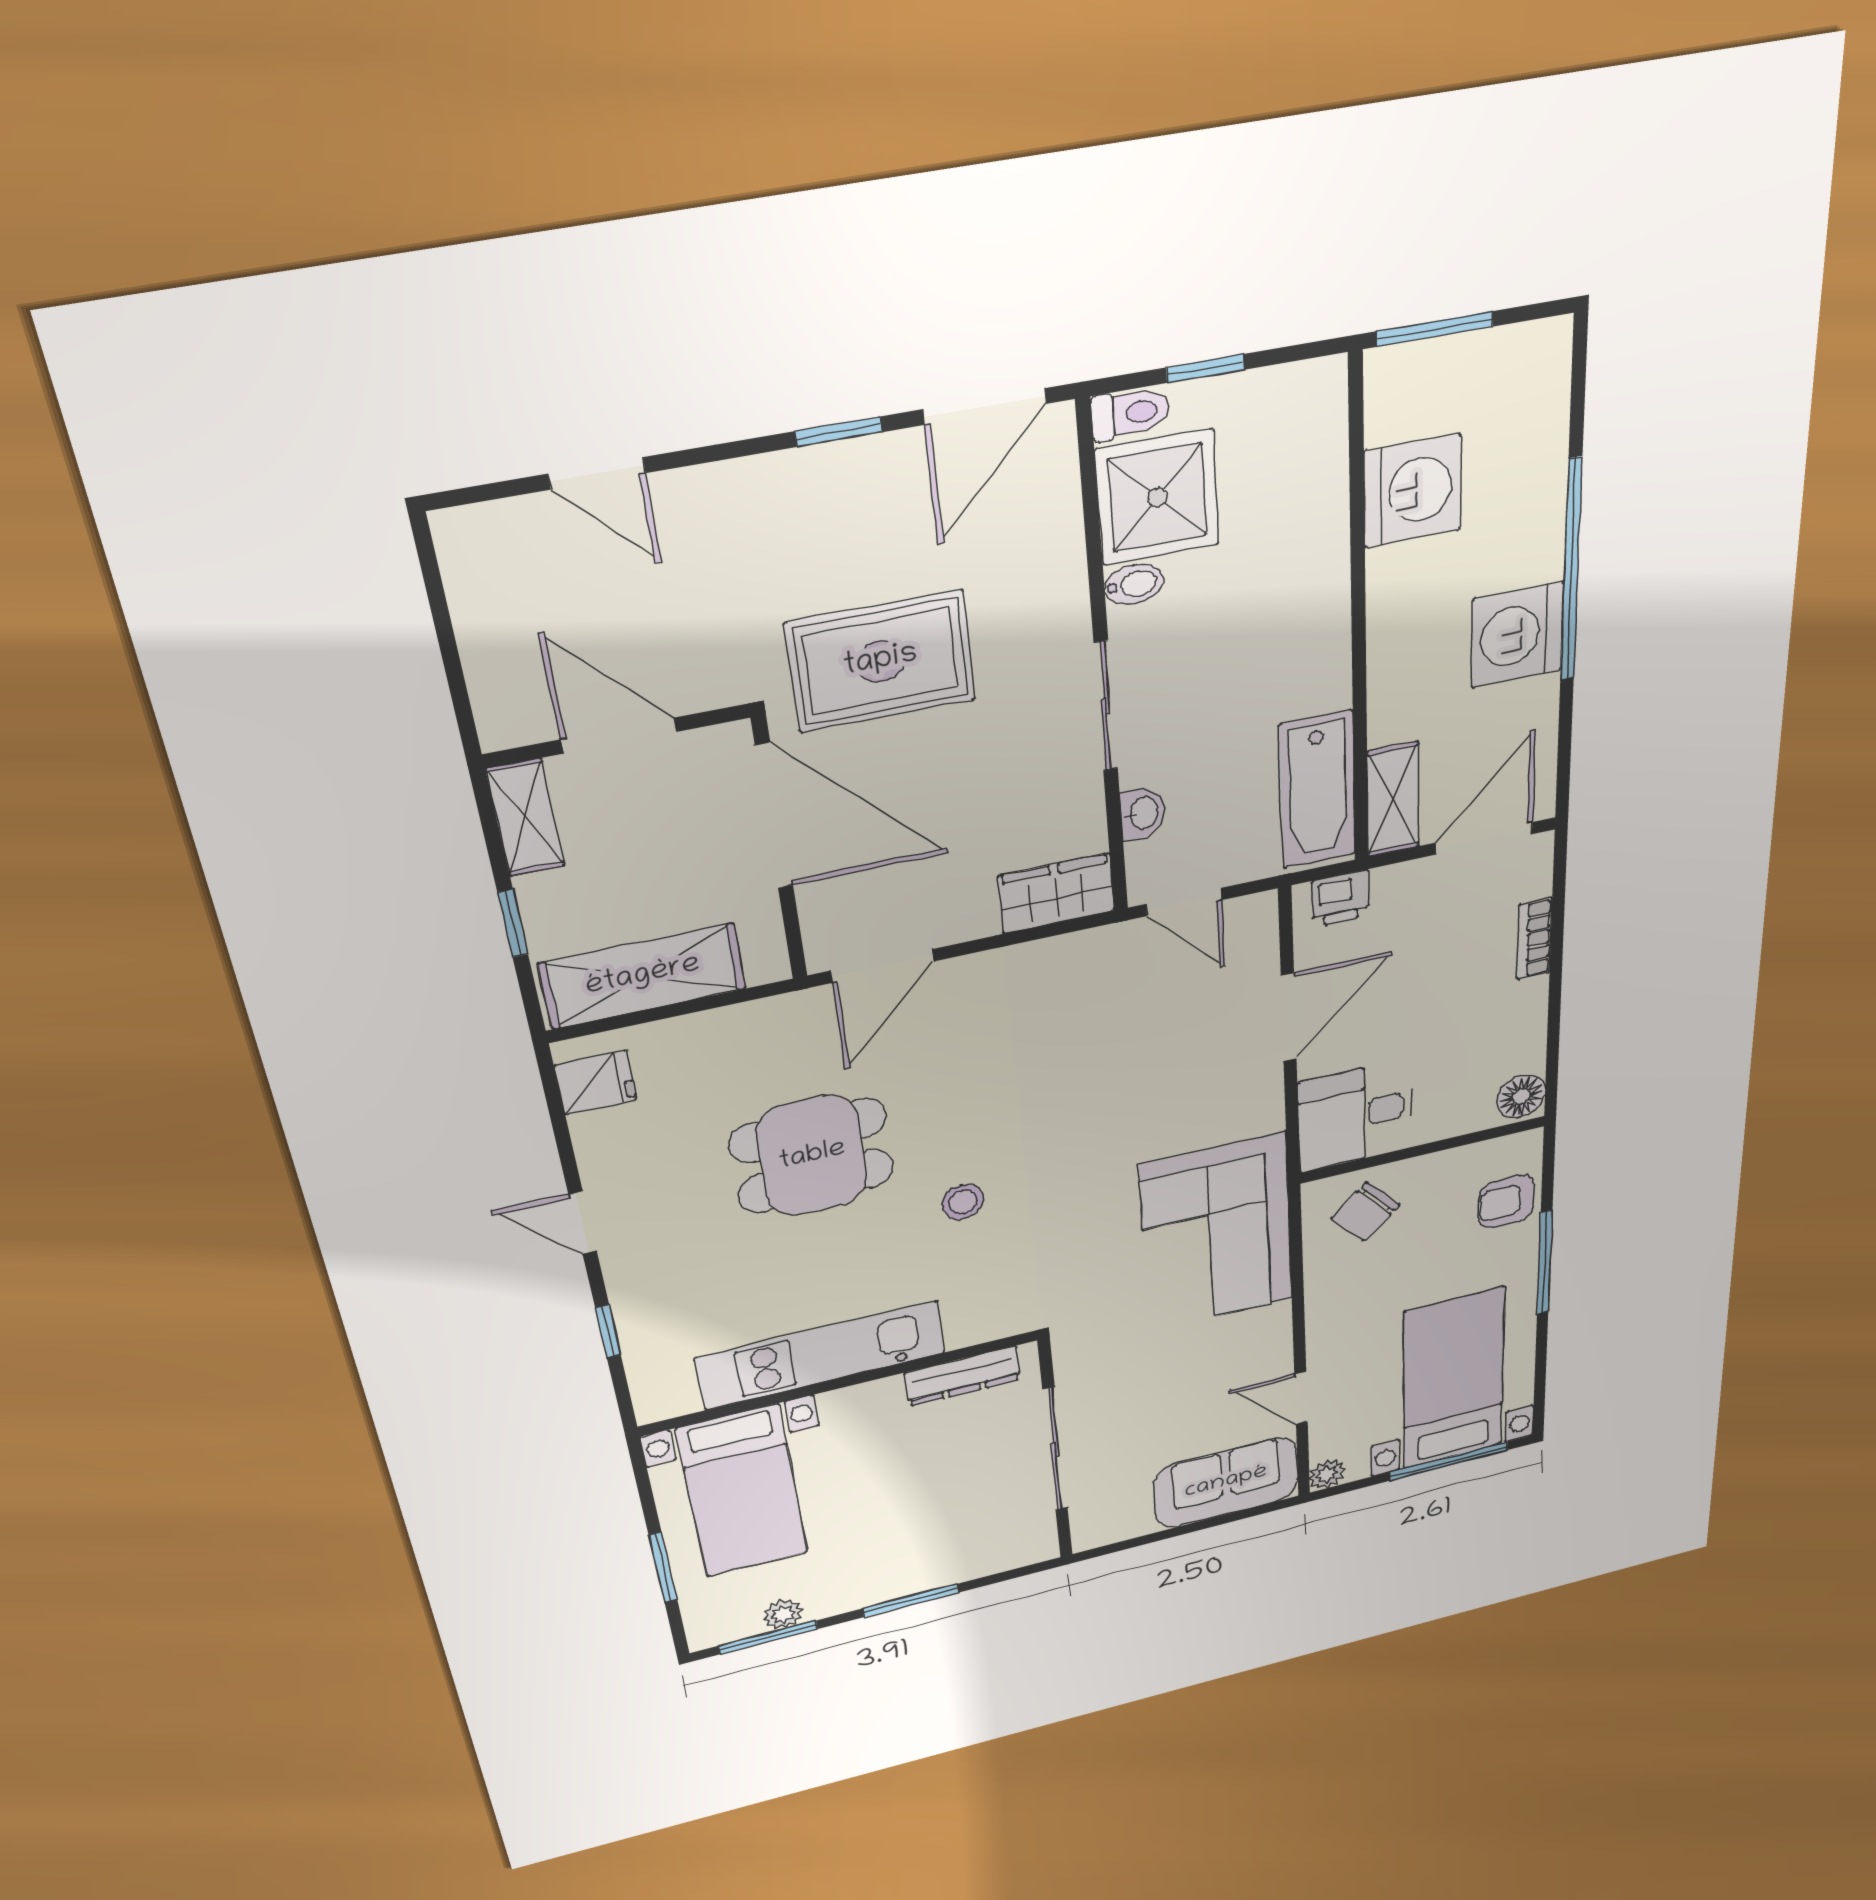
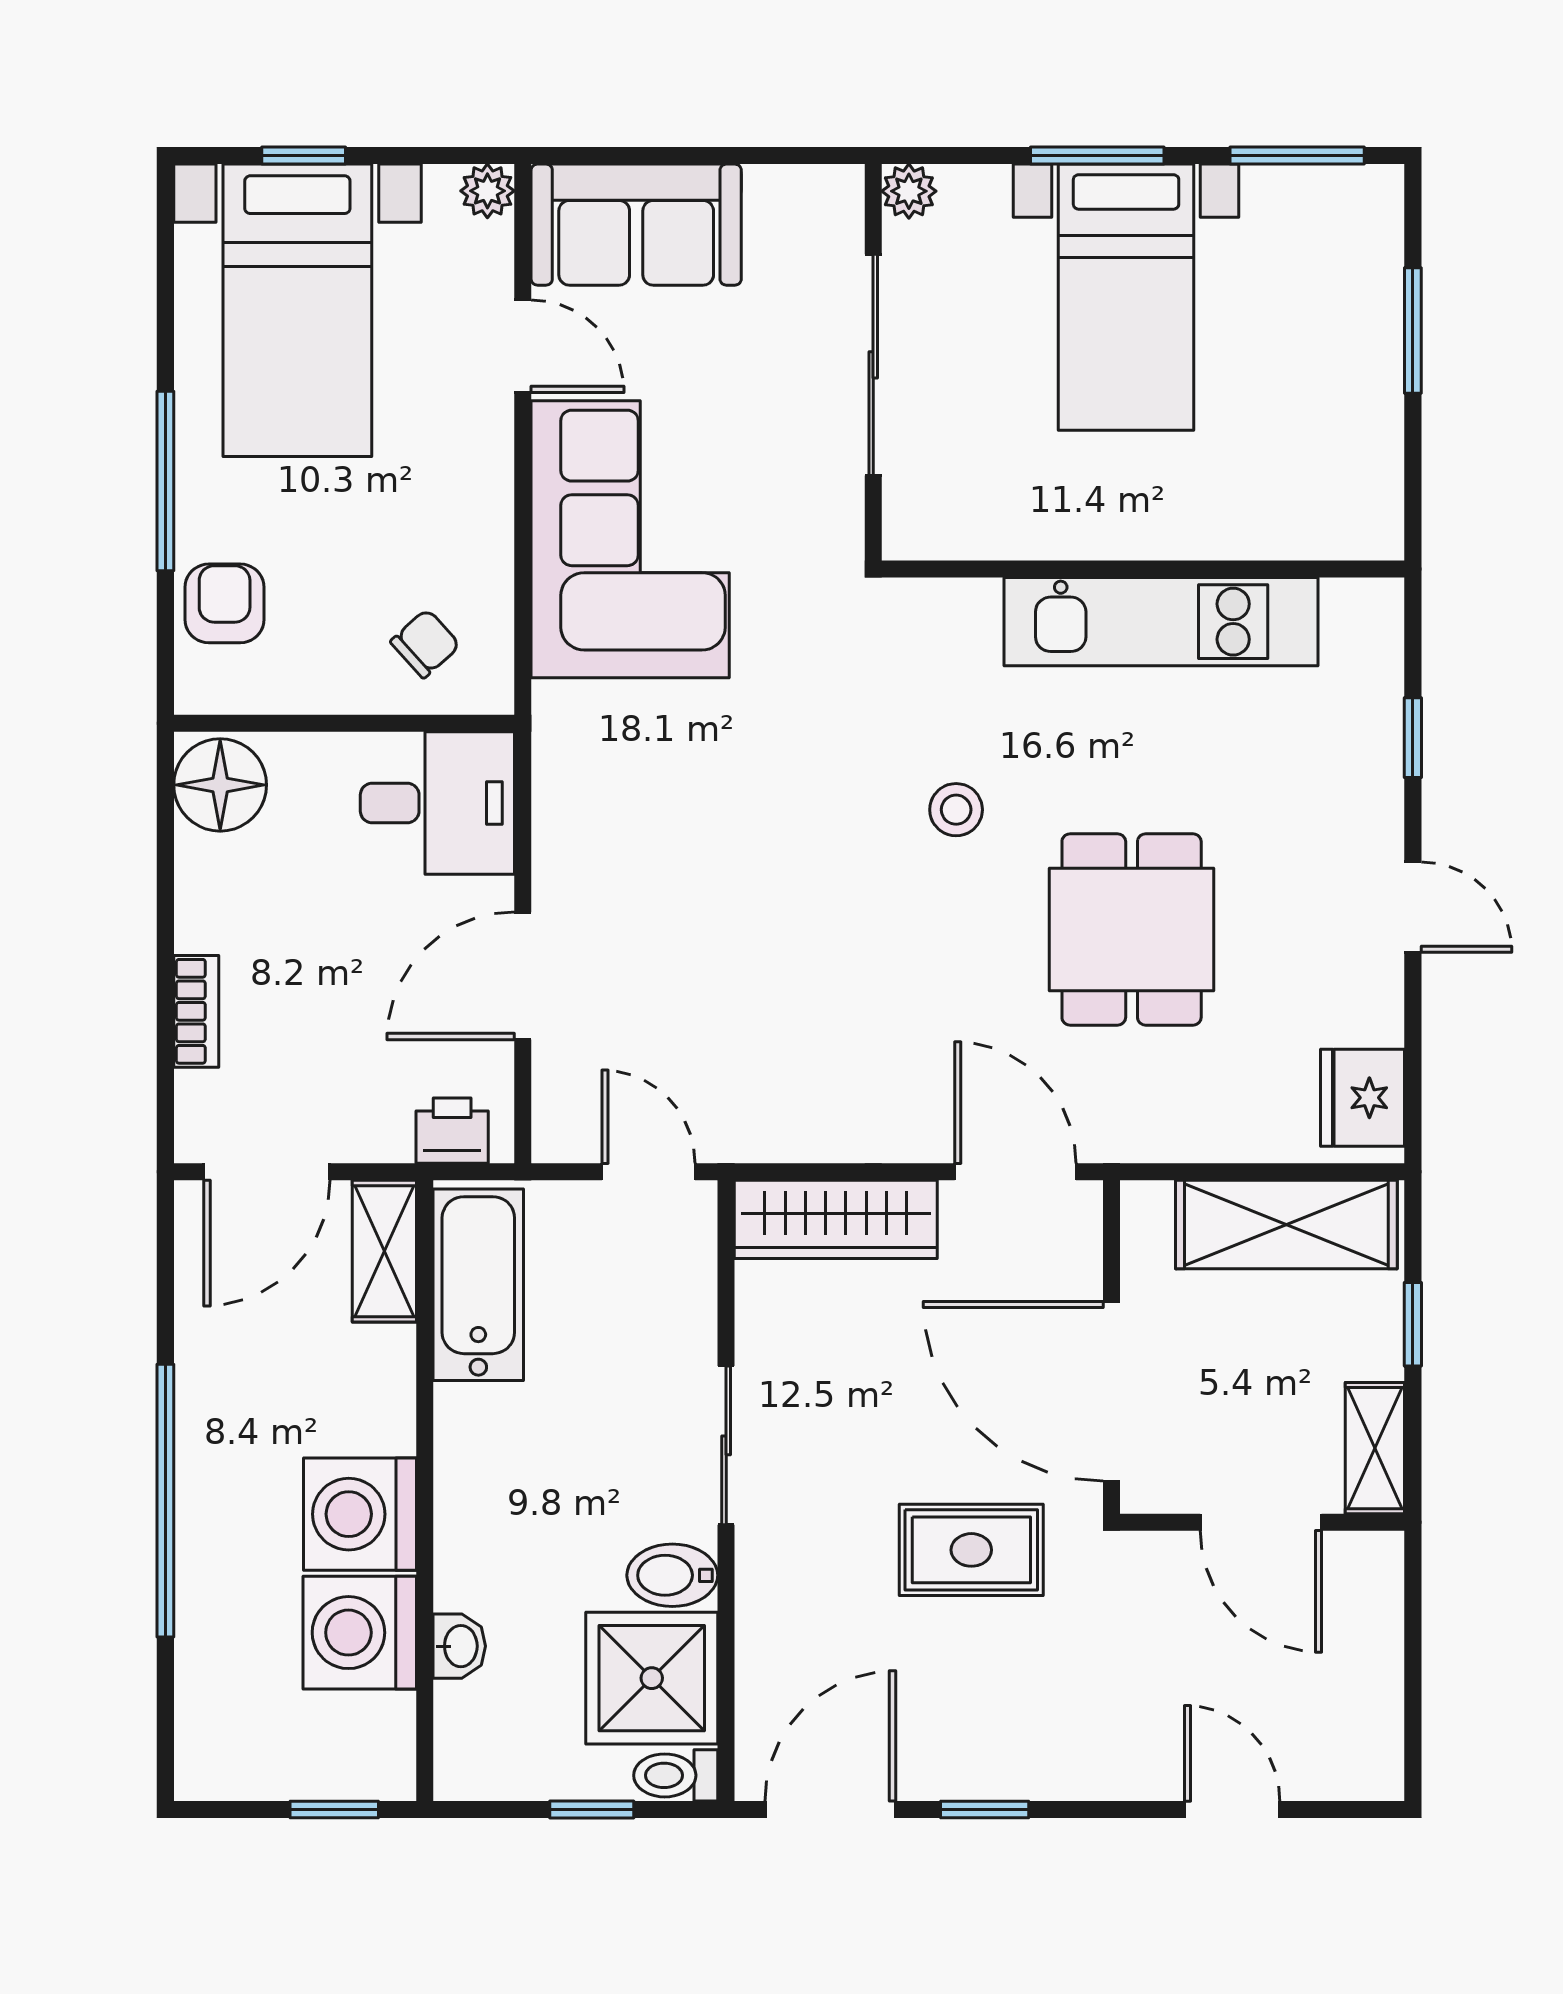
window: (1435, 329) -> (334, 1810), width x0.67
bidet: (1134, 584) -> (672, 1575), width x1.38, depth x1.36
washing machine: (1517, 635) -> (360, 1514), moved, turned 180
rug: (881, 661) -> (971, 1550), width x0.73, depth x0.70
washbasin: (1143, 813) -> (459, 1646), moved, turned 180
wardrobe: (1056, 894) -> (836, 1219), width x1.50
door: (882, 966) -> (1015, 1172), hinge flipped
fridge: (596, 1083) -> (1363, 1098), width x1.38
floor lamp: (1521, 1096) -> (220, 785), width x1.38, depth x1.38
dining table: (812, 1156) -> (1132, 929), turned 90
armchair: (1506, 1202) -> (225, 603), turned -90
chair: (1365, 1212) -> (425, 644), width x0.73, depth x0.73
corner sofa: (1217, 1233) -> (630, 539), moved
dresser: (963, 1376) -> (985, 531), removed
window: (1448, 1461) -> (304, 156), width x0.46
bed with nightstands: (743, 1491) -> (1126, 297), moved, turned 180
plant: (783, 1614) -> (909, 191), moved

